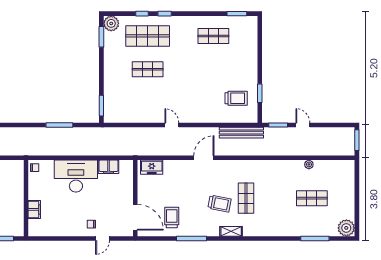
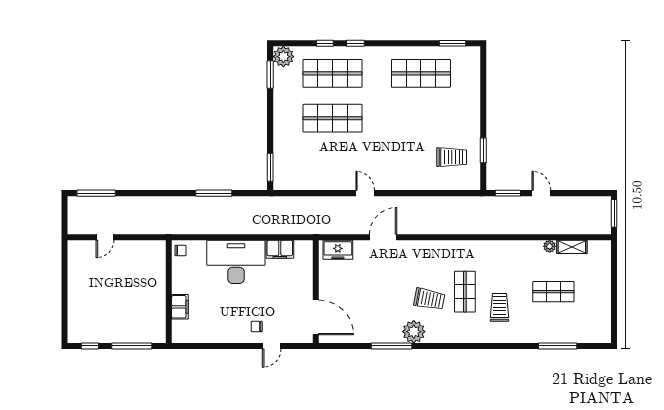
shop shelf: (213, 36) -> (421, 73), width x1.43, depth x1.36
shop shelf: (148, 69) -> (332, 118), width x1.43, depth x1.36
bench: (241, 133) -> (459, 203), removed
door: (204, 158) -> (383, 237), moved
trolley: (172, 217) -> (499, 307), moved
plant: (346, 228) -> (414, 332), moved
shelving: (231, 231) -> (572, 247), moved

